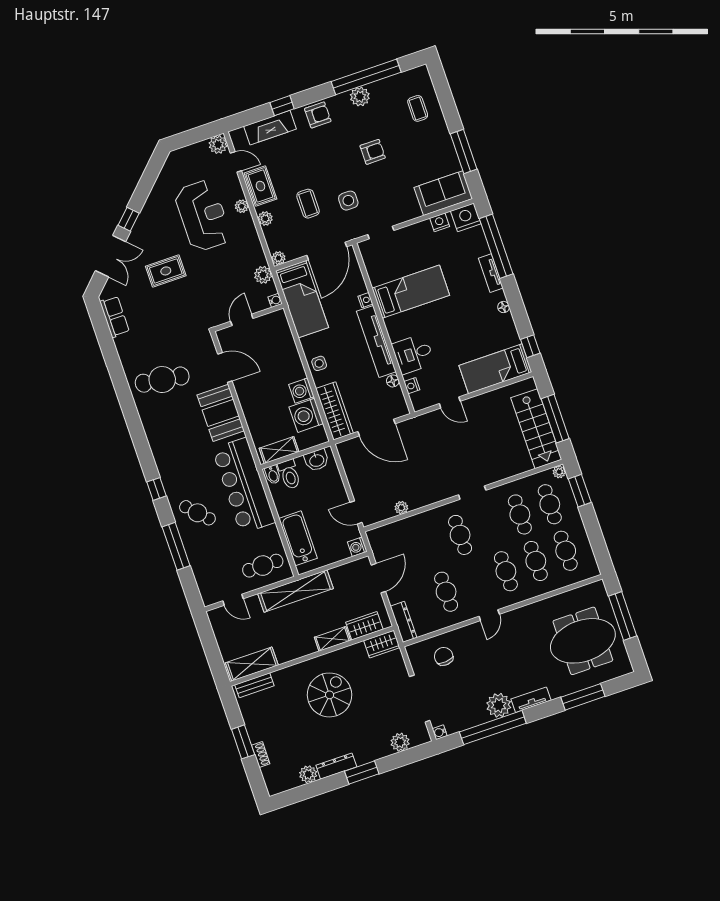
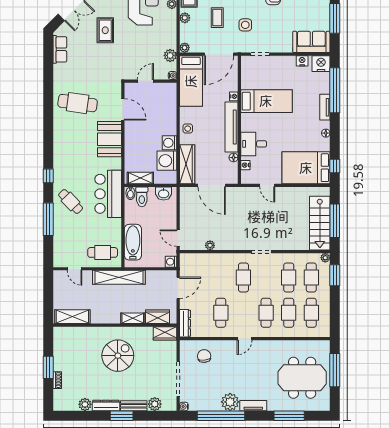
rug: (166, 271) -> (105, 30), turned 90
bed: (495, 369) -> (306, 168), width x1.50
bar counter: (244, 486) -> (108, 194), width x0.73
bench: (254, 685) -> (134, 406), moved

